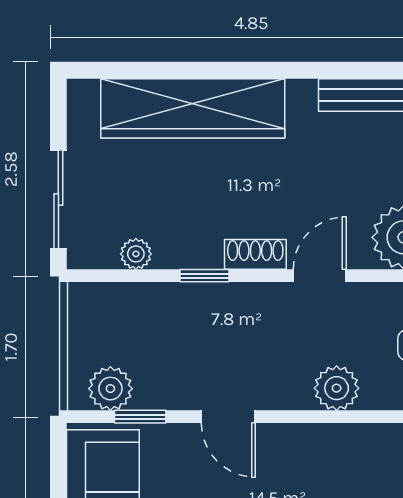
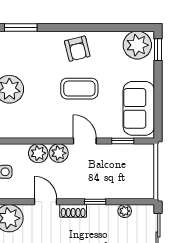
door: (320, 276) -> (45, 202), swing flipped
plant: (110, 389) -> (59, 153), moved

